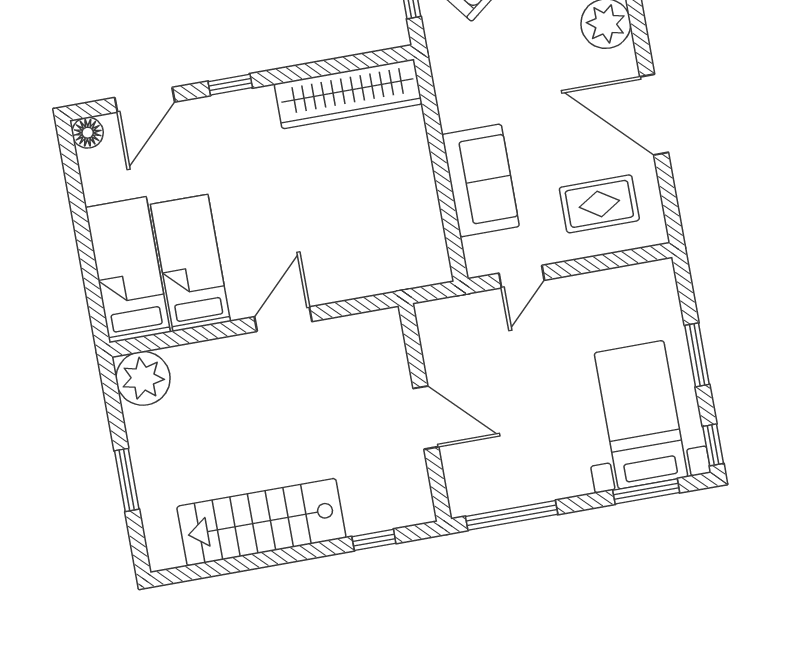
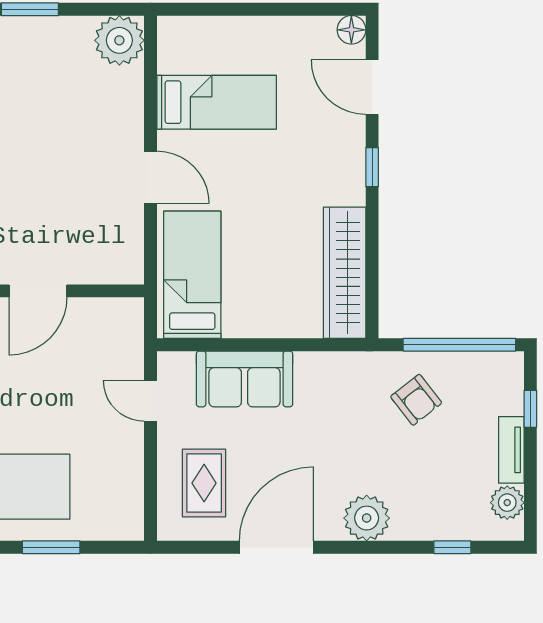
bed: (128, 270) -> (192, 275), moved, turned -90

